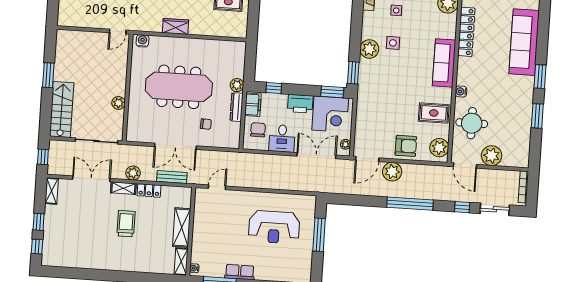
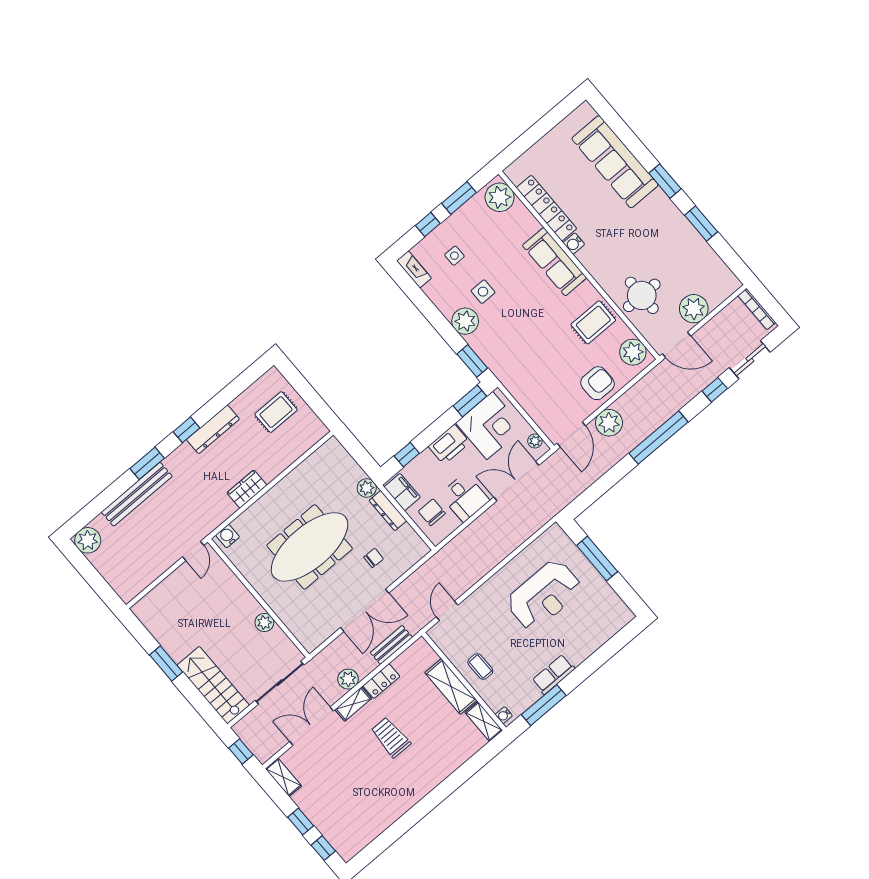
water cooler: (461, 92) -> (574, 244), moved
coffee table: (206, 232) -> (480, 667), added

